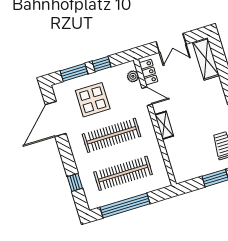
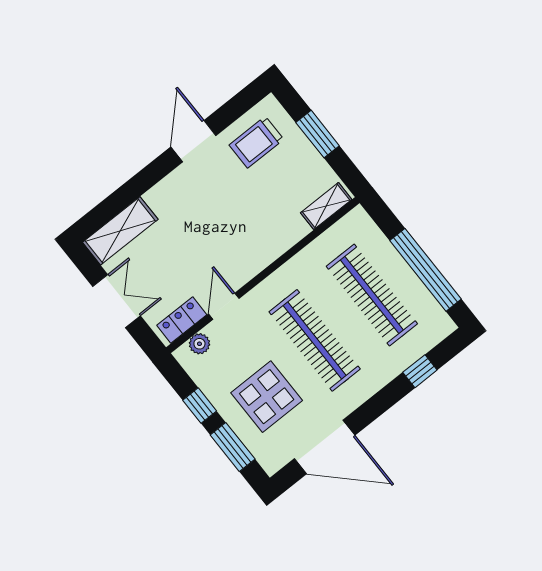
shelving: (164, 125) -> (326, 206), moved

